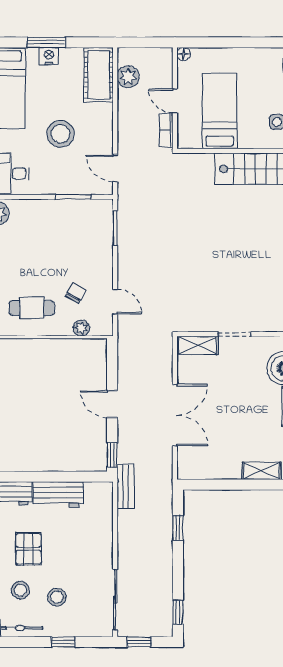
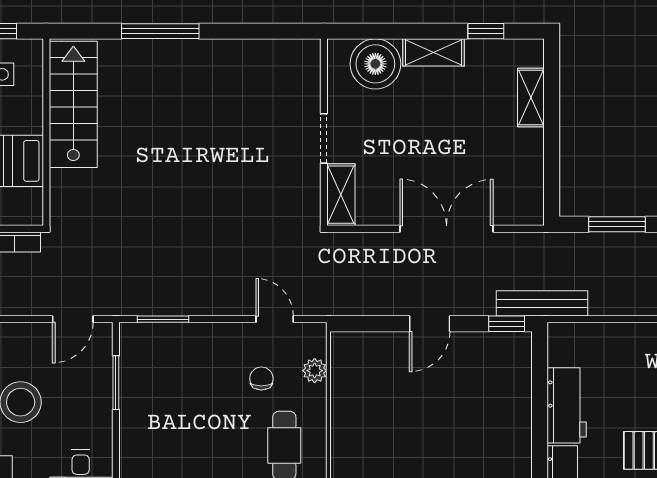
chair: (76, 293) -> (261, 379), turned 60
door: (115, 302) -> (275, 319), hinge flipped
bench: (126, 486) -> (542, 303), width x1.36
window: (178, 528) -> (617, 224), width x1.50

